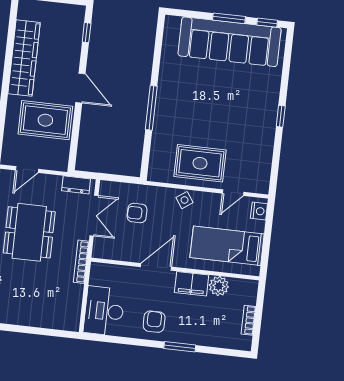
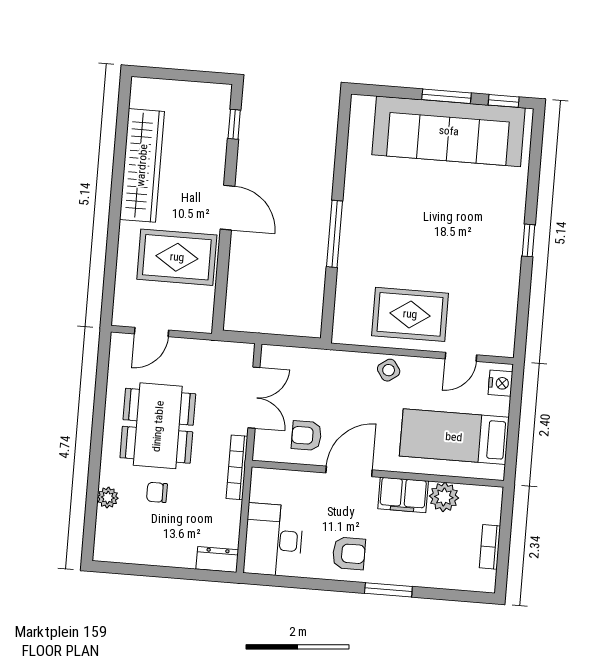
dresser: (76, 185) -> (217, 559), moved, turned 180
armchair: (137, 213) -> (306, 436), moved
chair: (27, 277) -> (157, 492), added
armchair: (154, 322) -> (349, 553), turned 90

